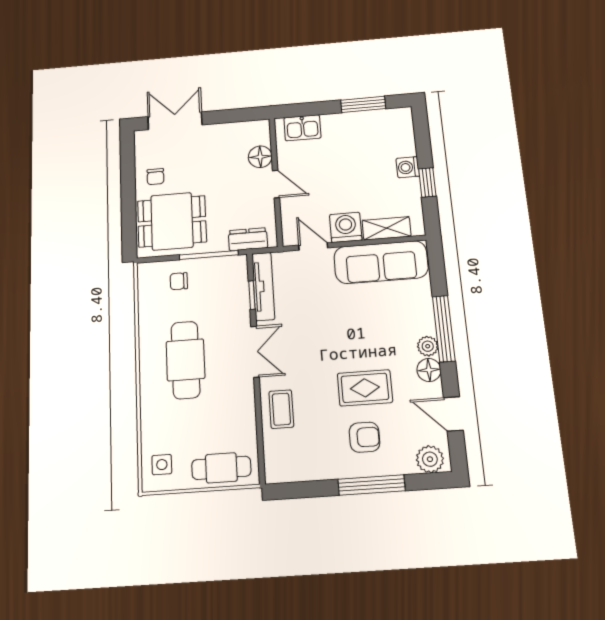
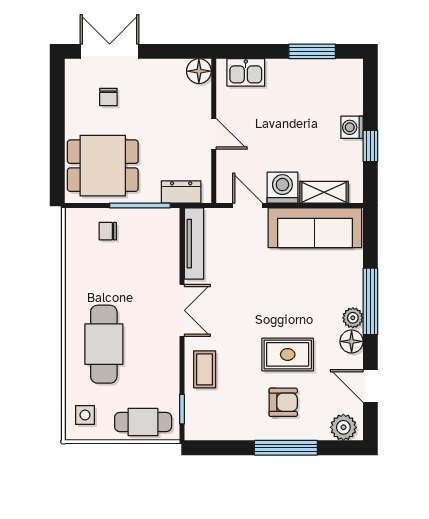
floor lamp: (260, 157) -> (199, 71), moved
chair: (155, 177) -> (108, 97), moved
window: (252, 295) -> (182, 409), moved
cafe table: (185, 360) -> (104, 344), moved

